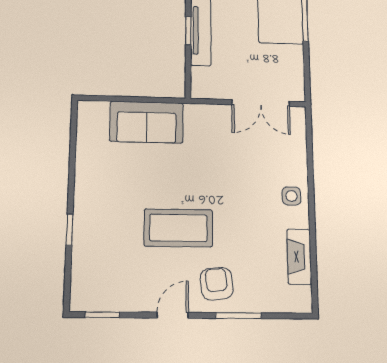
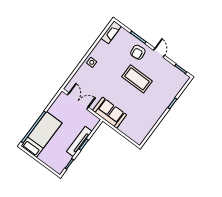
sofa: (147, 122) -> (110, 113), moved
fireplace: (299, 257) -> (111, 32), moved
door: (173, 315) -> (159, 53), swing flipped

